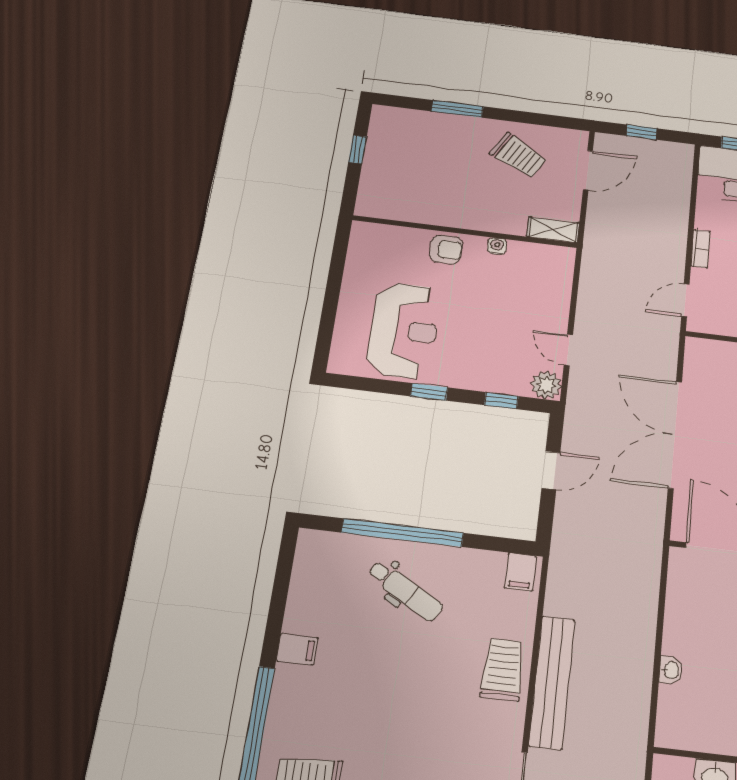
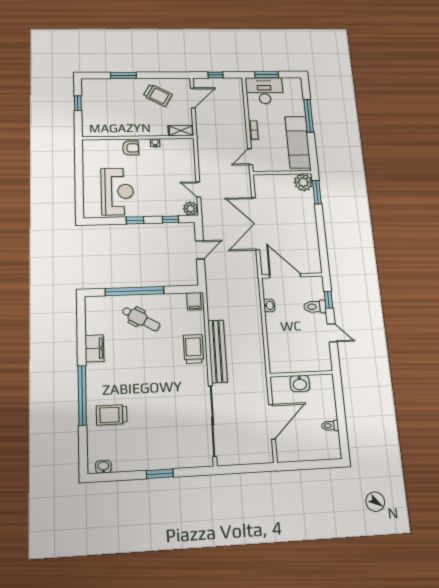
filing cabinet: (297, 649) -> (94, 348), width x2.00
washbasin: (671, 670) -> (269, 305), moved

